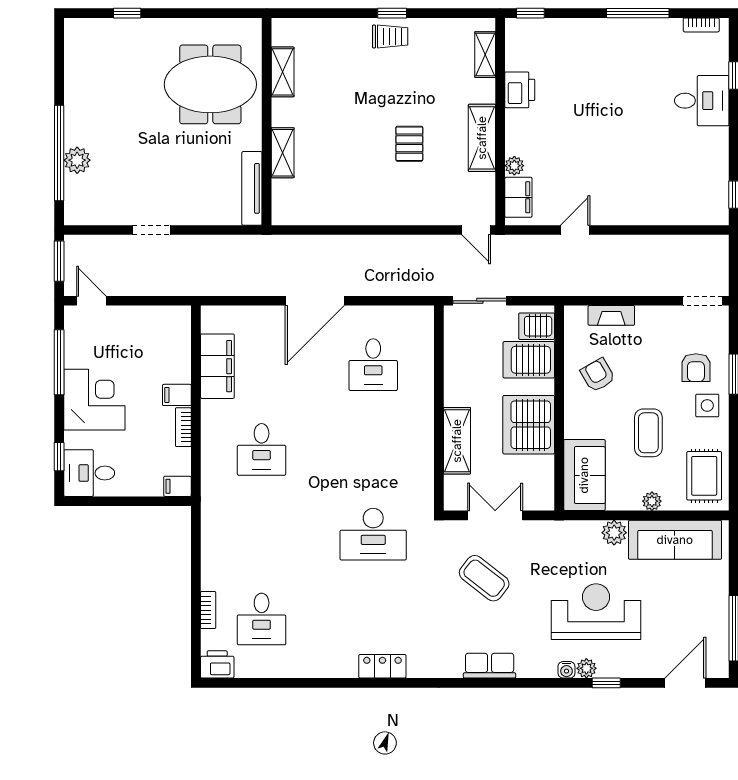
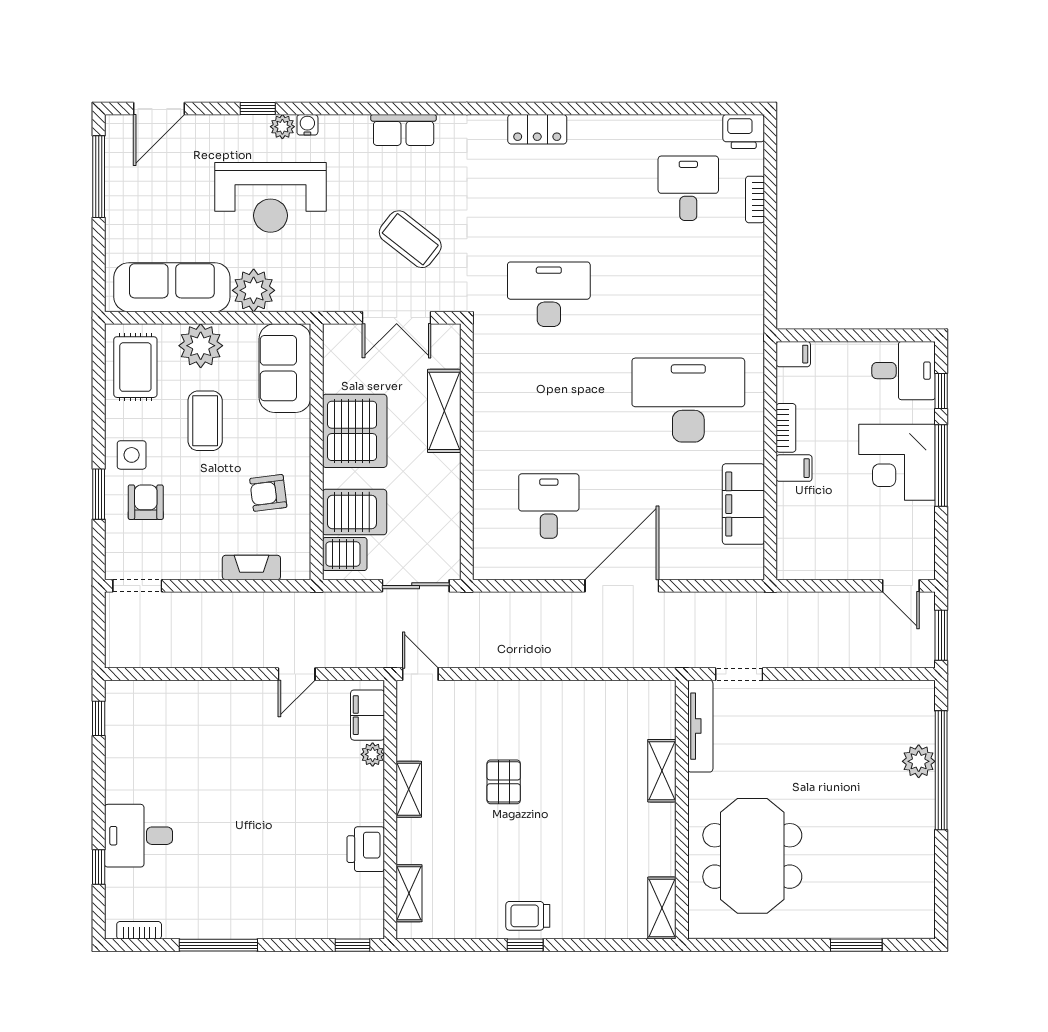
window: (127, 13) -> (856, 945), width x1.50
shelving: (283, 72) -> (662, 908), moved
meeting table: (210, 84) -> (752, 856), turned 90
shelving: (482, 138) -> (409, 789), width x0.67, depth x0.75
doorway: (152, 230) -> (739, 674), moved
window: (59, 362) -> (941, 465), moved
armchair: (598, 375) -> (268, 493), turned 113
desk: (262, 449) -> (688, 400), width x1.87, depth x1.30
plant: (652, 501) -> (201, 346), width x1.88, depth x1.88
plant: (614, 533) -> (254, 290), width x1.36, depth x1.36

